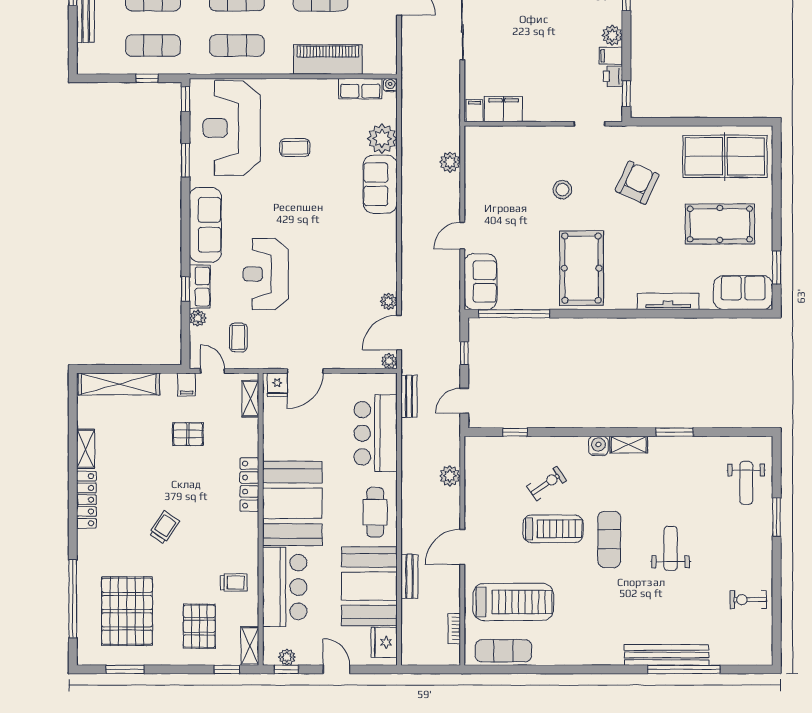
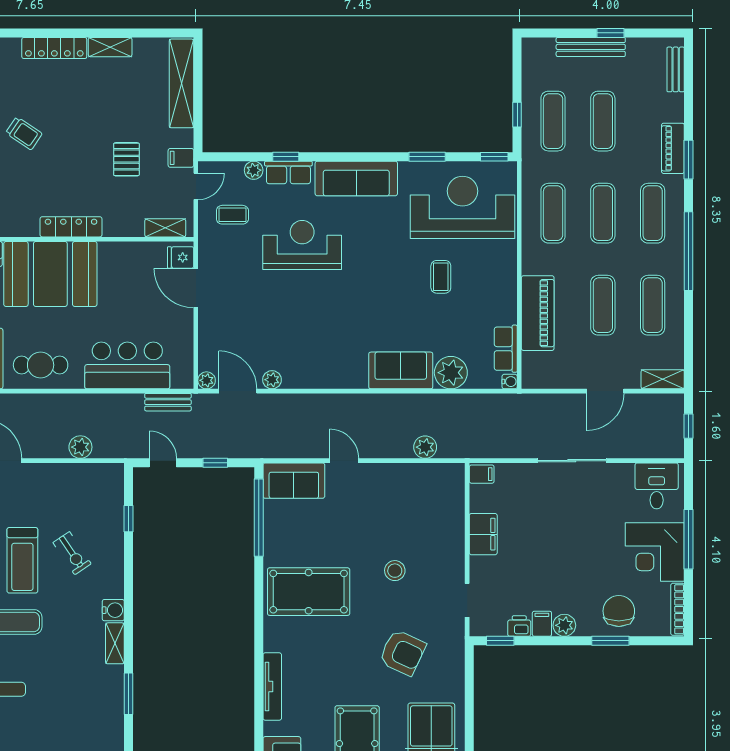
filing cabinet: (503, 109) -> (483, 534), moved

